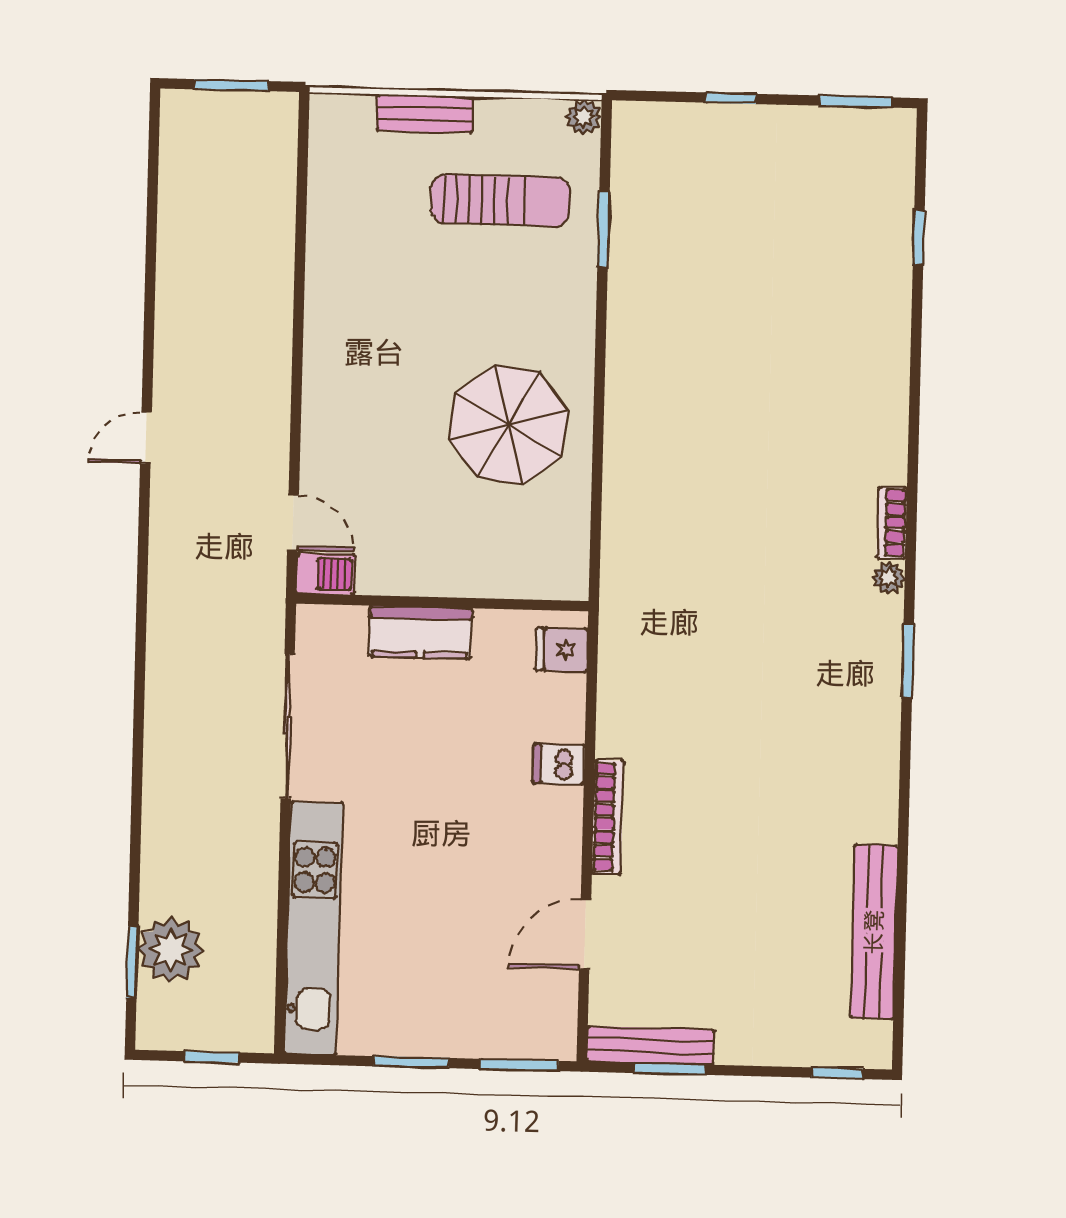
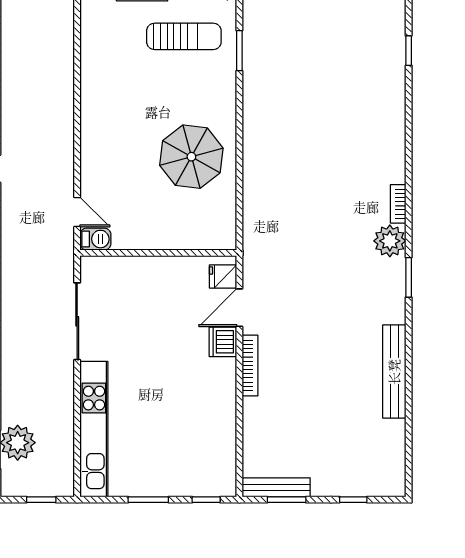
plant: (889, 578) -> (390, 241), width x1.87, depth x1.87
kitchen counter: (420, 632) -> (147, 269), removed
dishwasher: (559, 764) -> (223, 342), width x1.38
bench: (874, 932) -> (394, 372), moved
door: (585, 934) -> (239, 308), moved
window: (519, 1065) -> (206, 500), width x0.67
window: (837, 1073) -> (353, 500), moved

